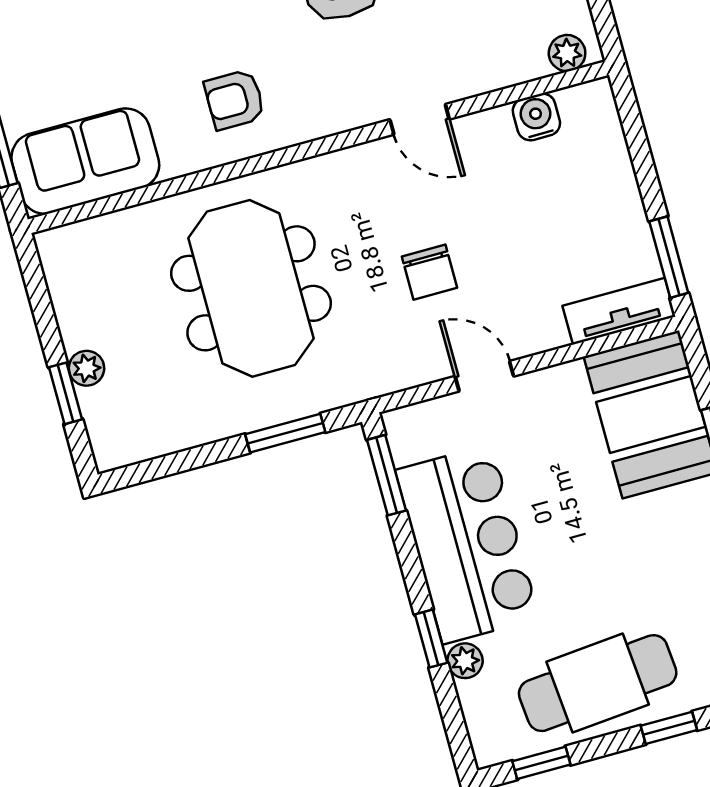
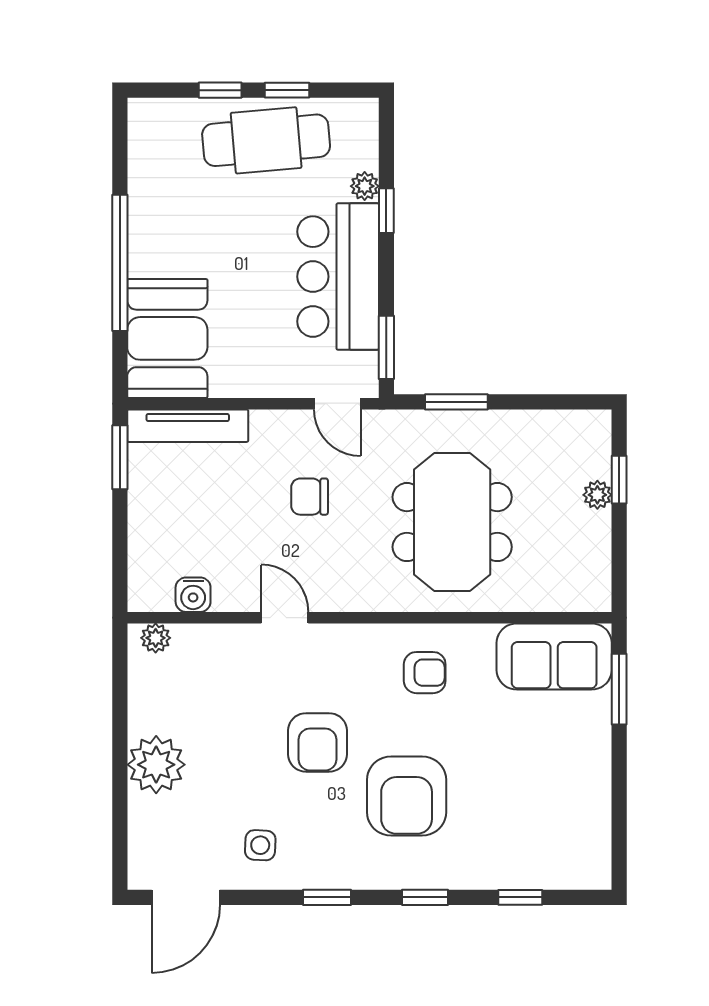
chair: (429, 272) -> (310, 497), turned -90
tv unit: (619, 311) -> (188, 426), width x1.41
door: (484, 376) -> (337, 404), moved
window: (541, 763) -> (287, 90), moved

